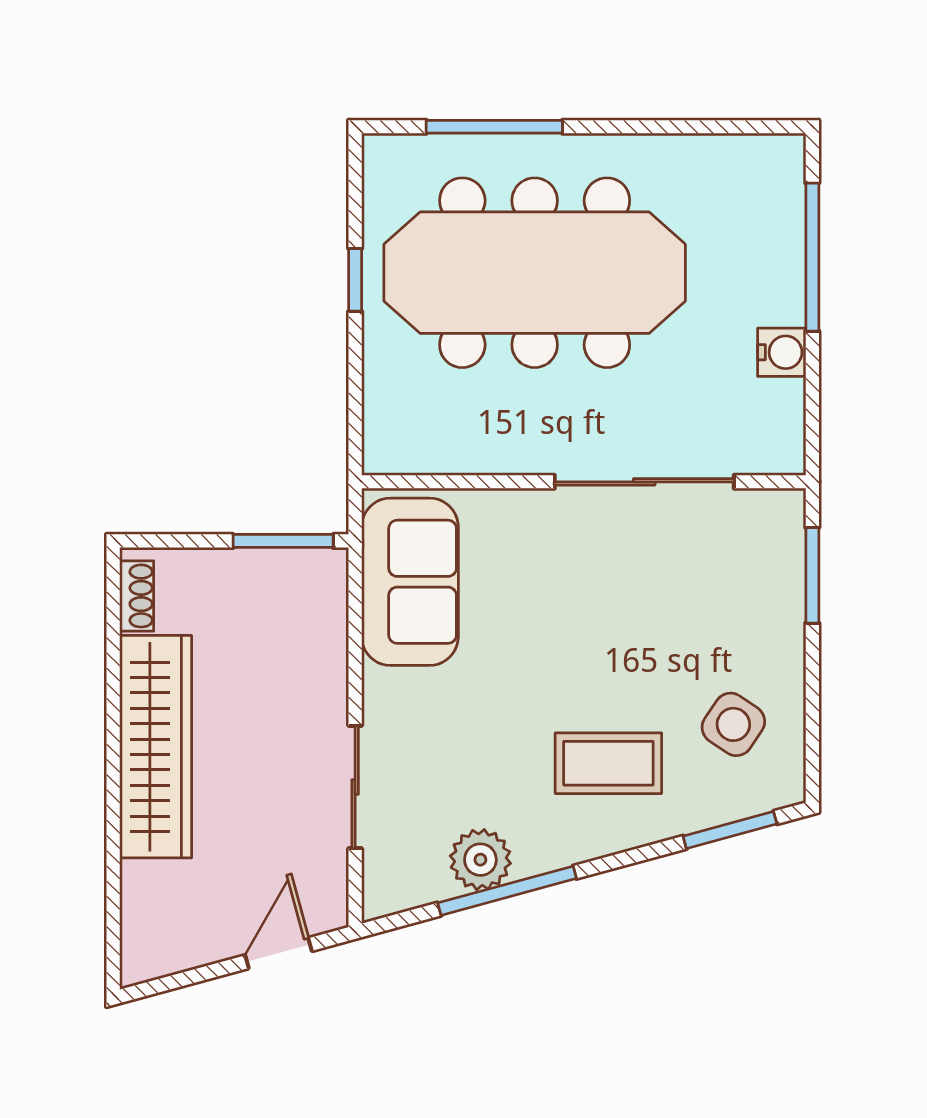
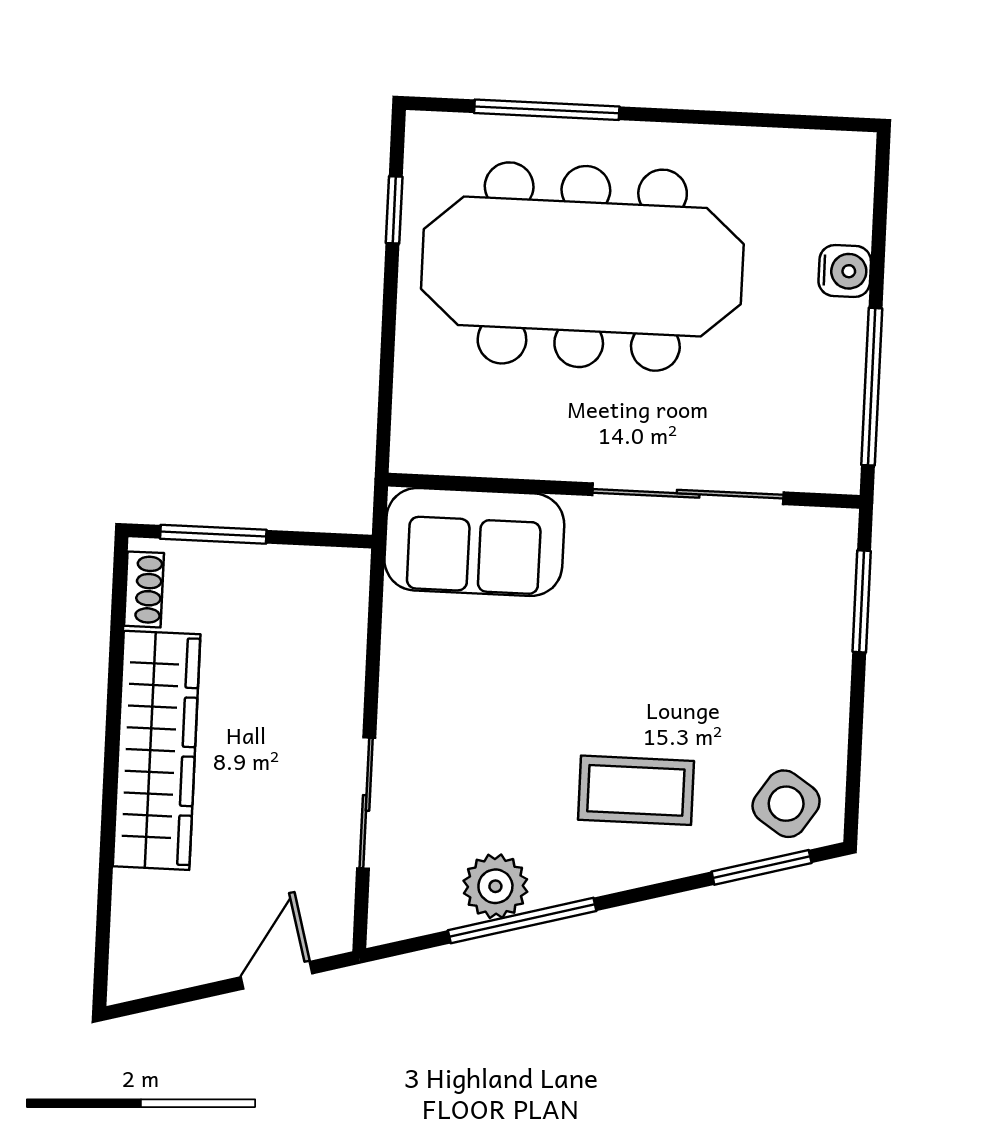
window: (812, 257) -> (872, 387), moved
window: (355, 280) -> (394, 210), moved
water cooler: (782, 352) -> (845, 271), moved
window: (283, 541) -> (213, 534), moved
sofa: (410, 582) -> (474, 542), moved, turned 90
side table: (733, 724) -> (786, 804), moved

